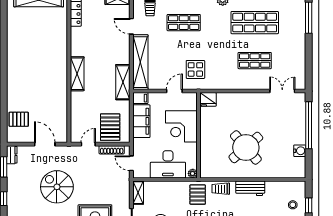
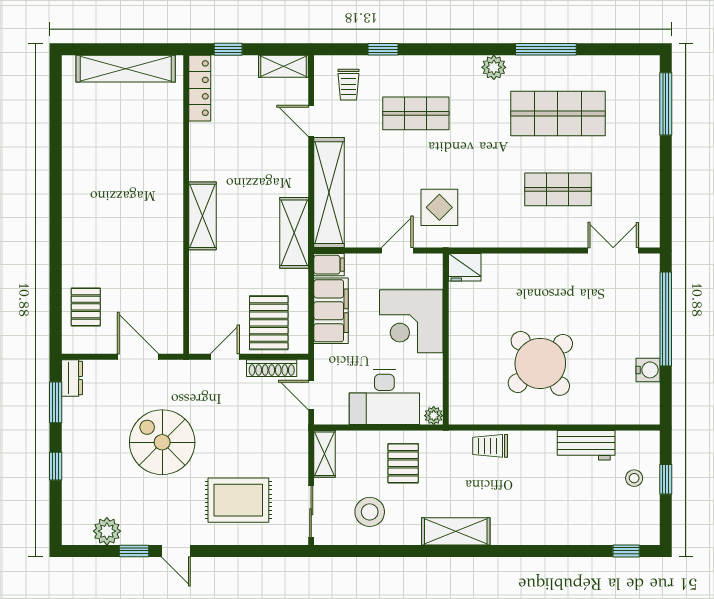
pallet: (19, 119) -> (86, 307), turned 90
workbench: (250, 188) -> (586, 445), moved
pallet: (198, 195) -> (403, 463), moved

